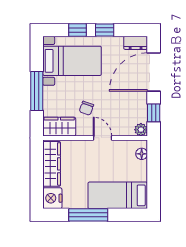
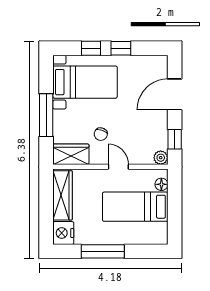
dresser: (136, 43) -> (155, 62), removed
door: (154, 72) -> (175, 94), width x0.73
bed: (118, 195) -> (135, 207), moved

